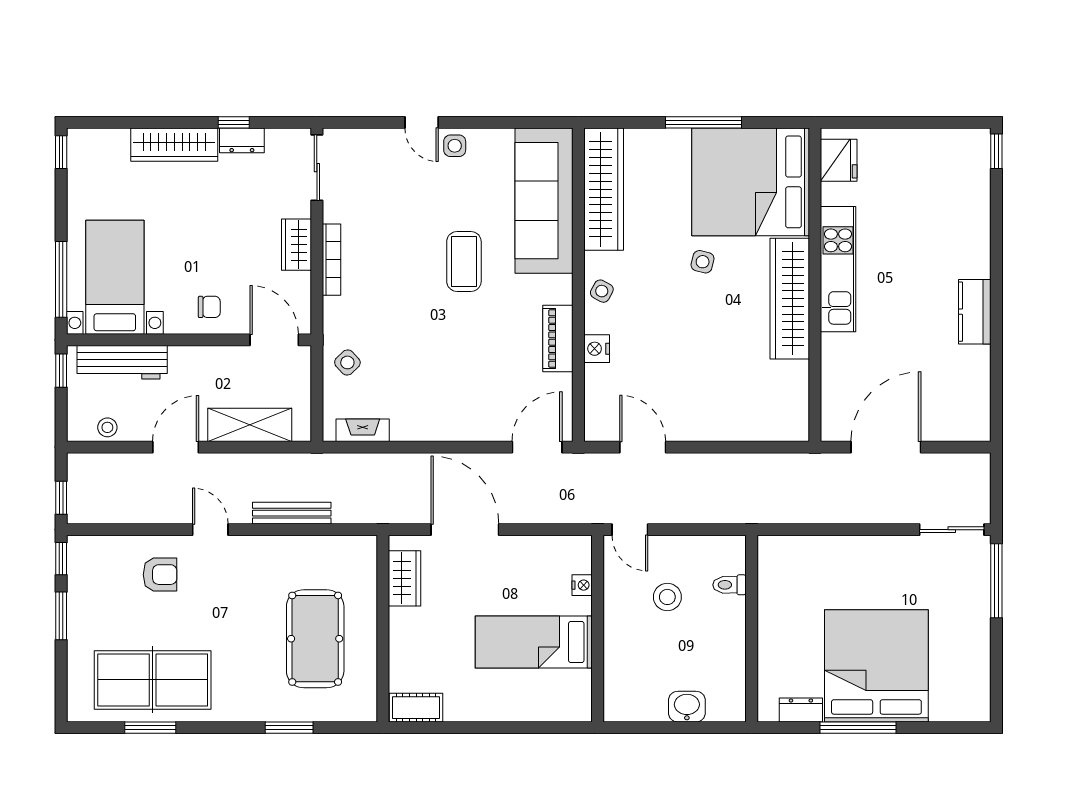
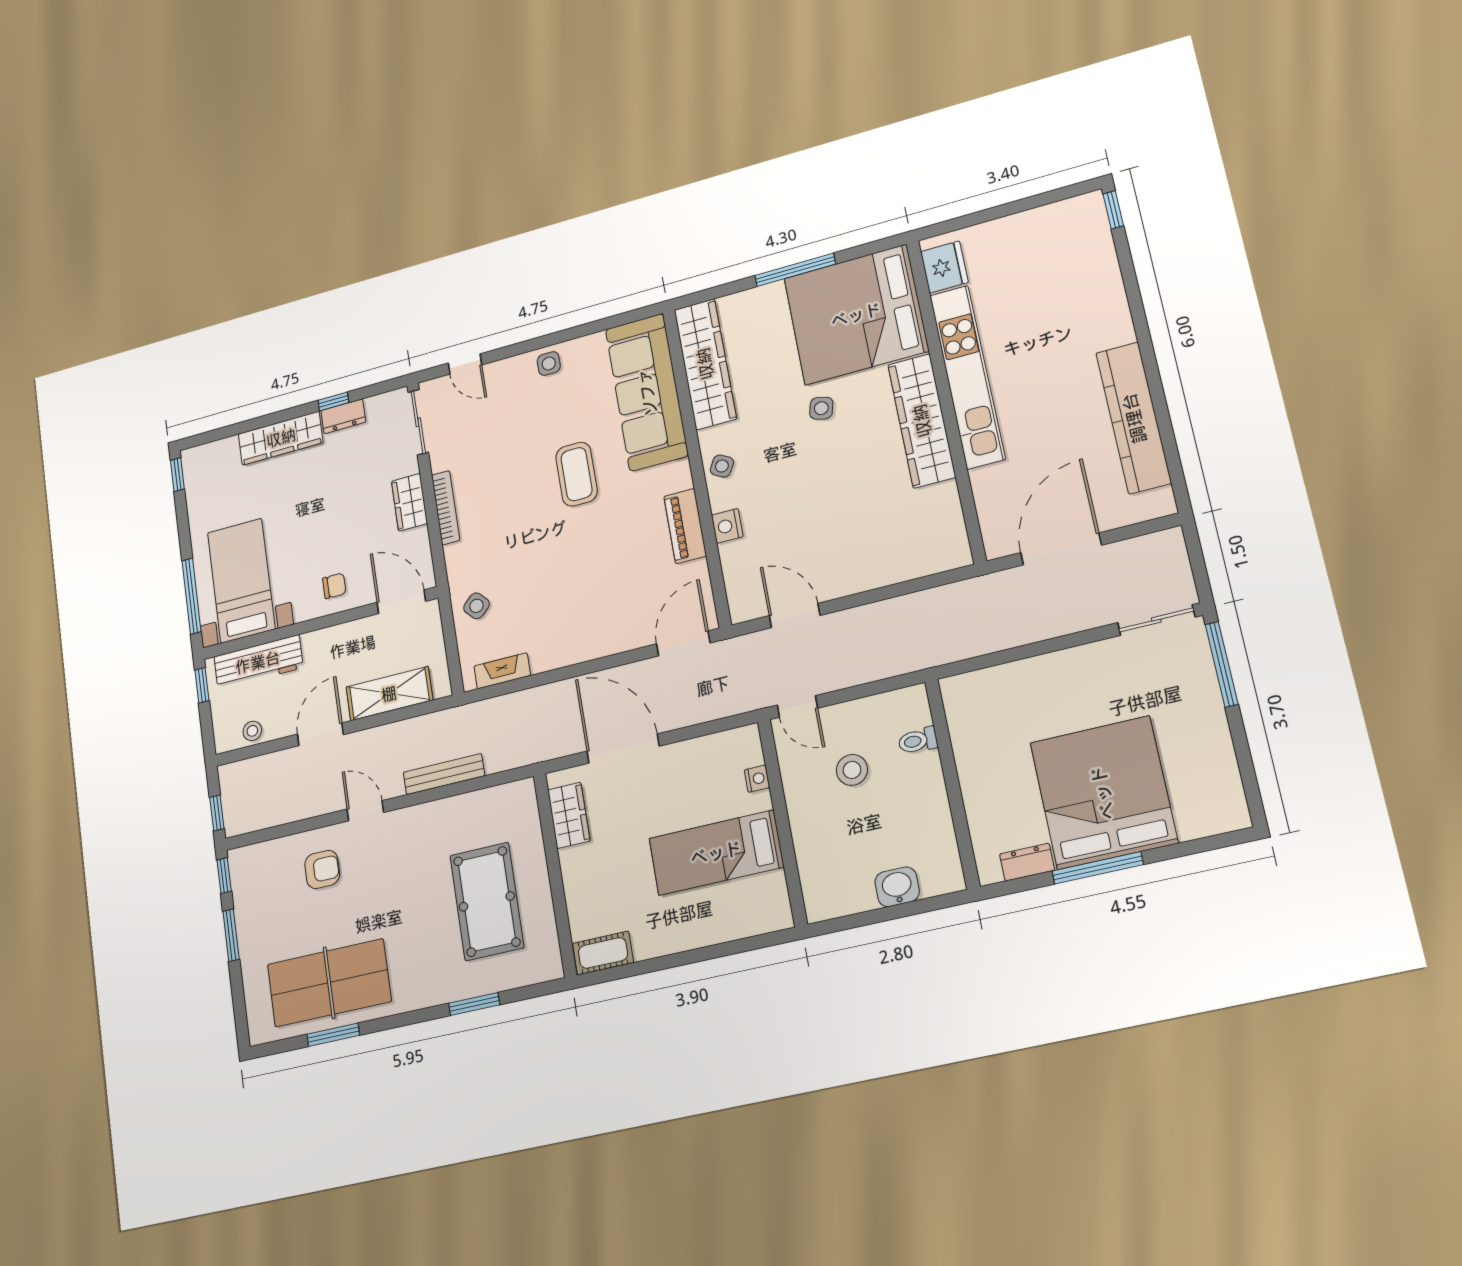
door: (422, 122) -> (465, 364), moved
kitchen unit: (838, 269) -> (967, 377), width x1.36
kitchen counter: (975, 312) -> (1134, 418), width x2.08, depth x1.17

